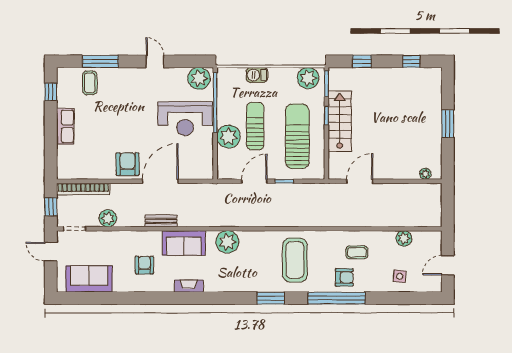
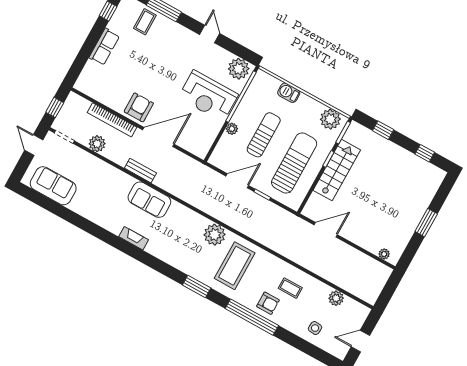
plant: (229, 137) -> (232, 129), width x0.53, depth x0.53
bookcase: (83, 189) -> (112, 120), moved
plant: (227, 242) -> (215, 235), moved
armchair: (144, 265) -> (106, 200), removed

